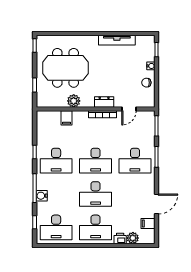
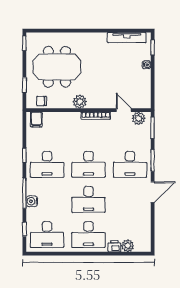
tv unit: (117, 40) -> (127, 38), moved
chair: (146, 83) -> (42, 101), moved
plant: (74, 101) -> (80, 102), moved
dresser: (104, 102) -> (97, 103), removed
door: (129, 109) -> (124, 110), swing flipped
plant: (143, 117) -> (139, 118), added
filing cabinet: (67, 118) -> (36, 119), moved
door: (156, 204) -> (153, 192), moved
filing cabinet: (148, 223) -> (144, 230), removed

